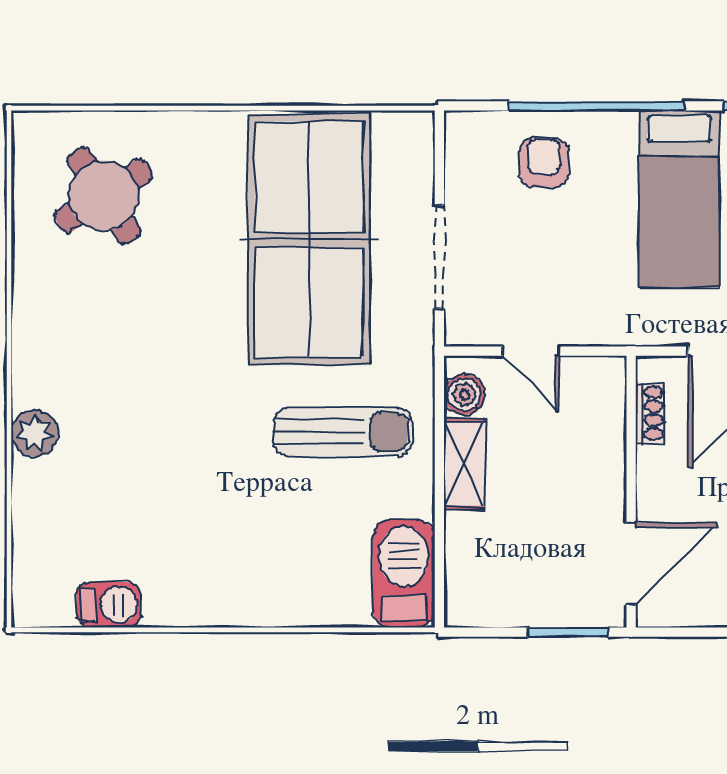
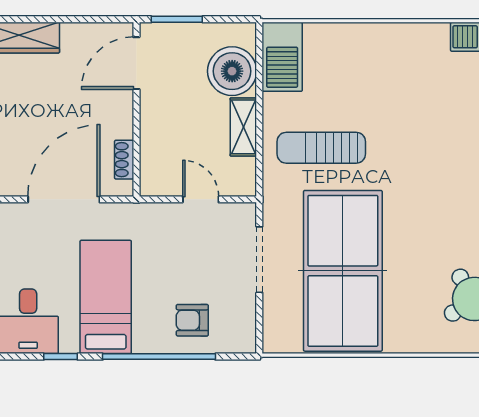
armchair: (544, 163) -> (192, 320), turned 90
boiler: (464, 395) -> (232, 71), moved, width x1.86, depth x1.86

